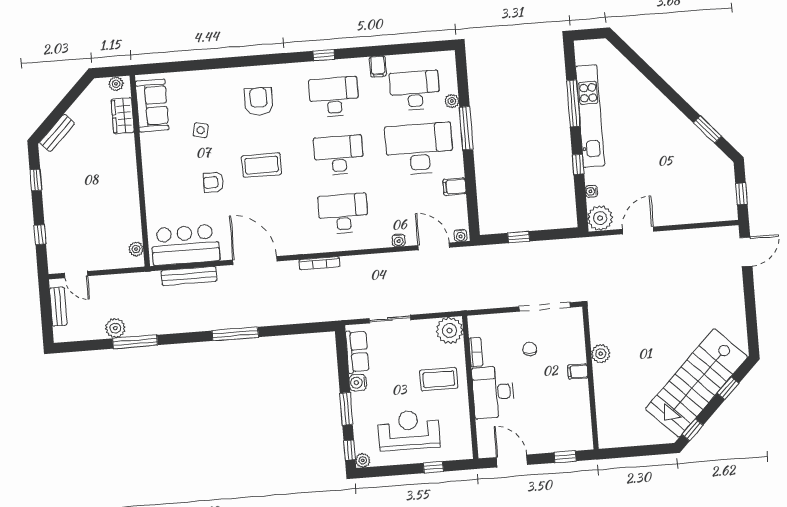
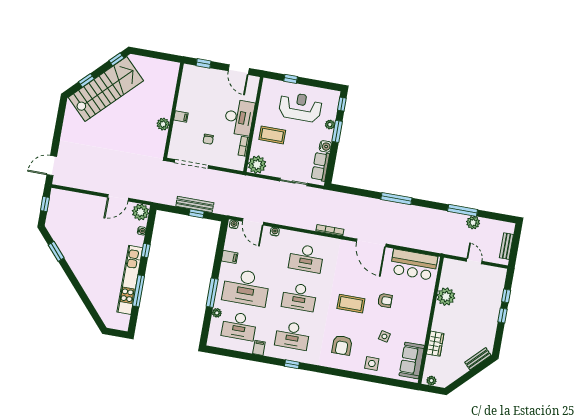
side table: (209, 86) -> (372, 364), added
wardrobe: (123, 116) -> (435, 344), moved
window: (36, 180) -> (503, 316), moved
plant: (136, 249) -> (446, 297), moved, width x1.88, depth x1.88
door: (76, 275) -> (474, 261), moved
bench: (189, 276) -> (195, 204), moved
reception desk: (409, 430) -> (300, 107), turned 180
plant: (363, 460) -> (330, 124), moved

